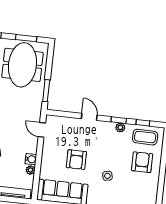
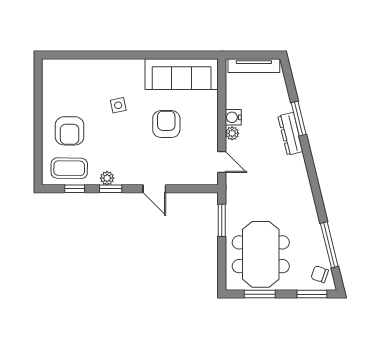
plant: (30, 170) -> (232, 133), moved

